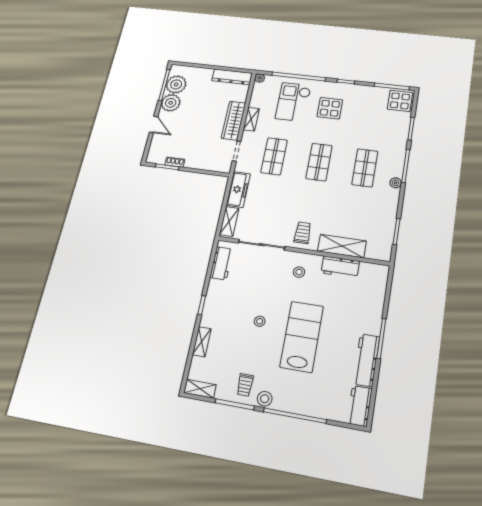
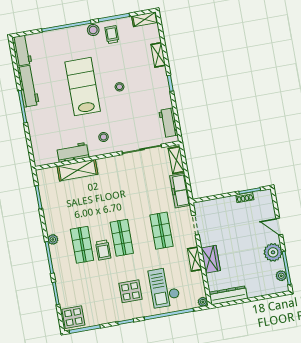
plant: (176, 84) -> (281, 276), width x0.53, depth x0.53
checkout: (293, 102) -> (164, 287), turned 180
wardrobe: (234, 121) -> (211, 259), width x0.67
trolley: (303, 233) -> (103, 250), moved
lab bench: (302, 337) -> (83, 87), turned 180

